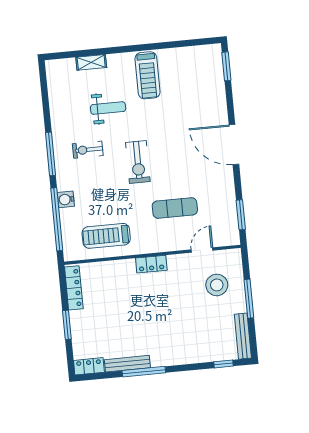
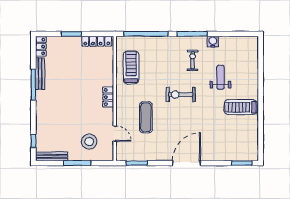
shelving: (91, 62) -> (254, 69), removed
weight bench: (108, 108) -> (220, 77), turned 180
water cooler: (66, 199) -> (213, 42), moved

